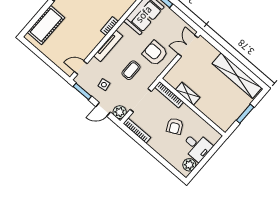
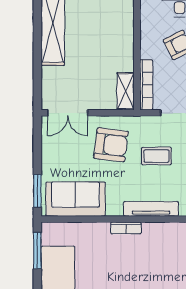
armchair: (155, 53) -> (111, 145), turned -83
shelving: (188, 94) -> (126, 91), moved

